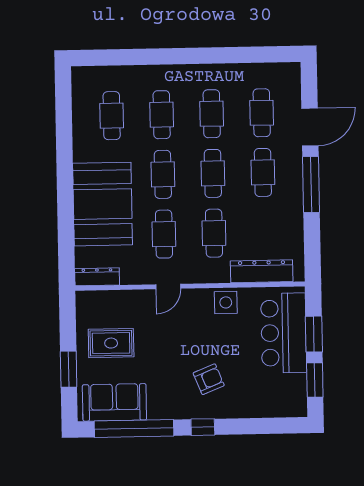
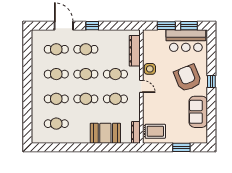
window: (311, 184) -> (92, 26), width x0.46
booth: (103, 204) -> (105, 133), width x0.73, depth x0.70
door: (168, 287) -> (141, 86), moved
bar counter: (284, 333) -> (186, 41), moved
rug: (111, 343) -> (155, 131), moved, turned 90
armchair: (209, 379) -> (188, 78), width x1.88, depth x1.88
sofa: (114, 402) -> (198, 112), moved
window: (134, 428) -> (211, 115), removed

